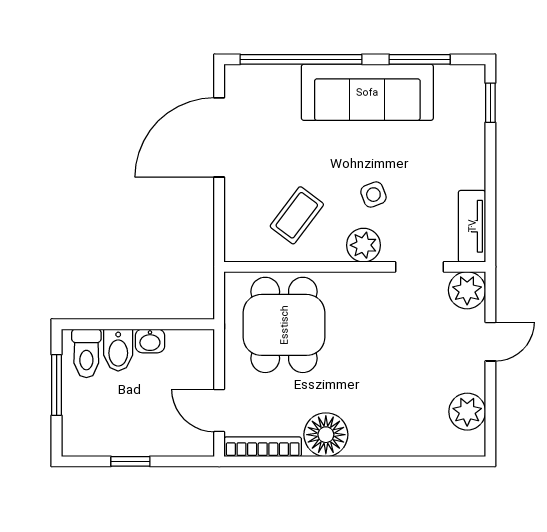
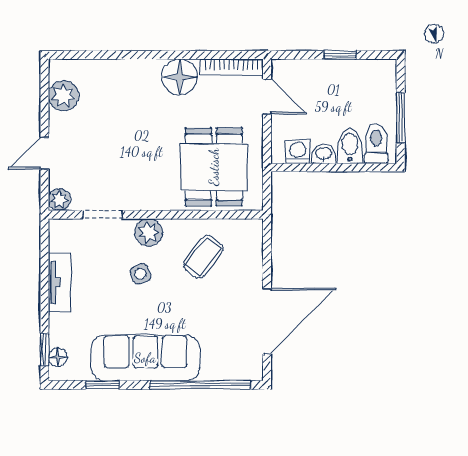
window: (420, 59) -> (103, 385), width x0.67
floor lamp: (474, 93) -> (58, 357), added
tv unit: (472, 226) -> (60, 282), moved
plant: (467, 290) -> (59, 200), width x0.73, depth x0.73
washing machine: (182, 343) -> (298, 152), added

